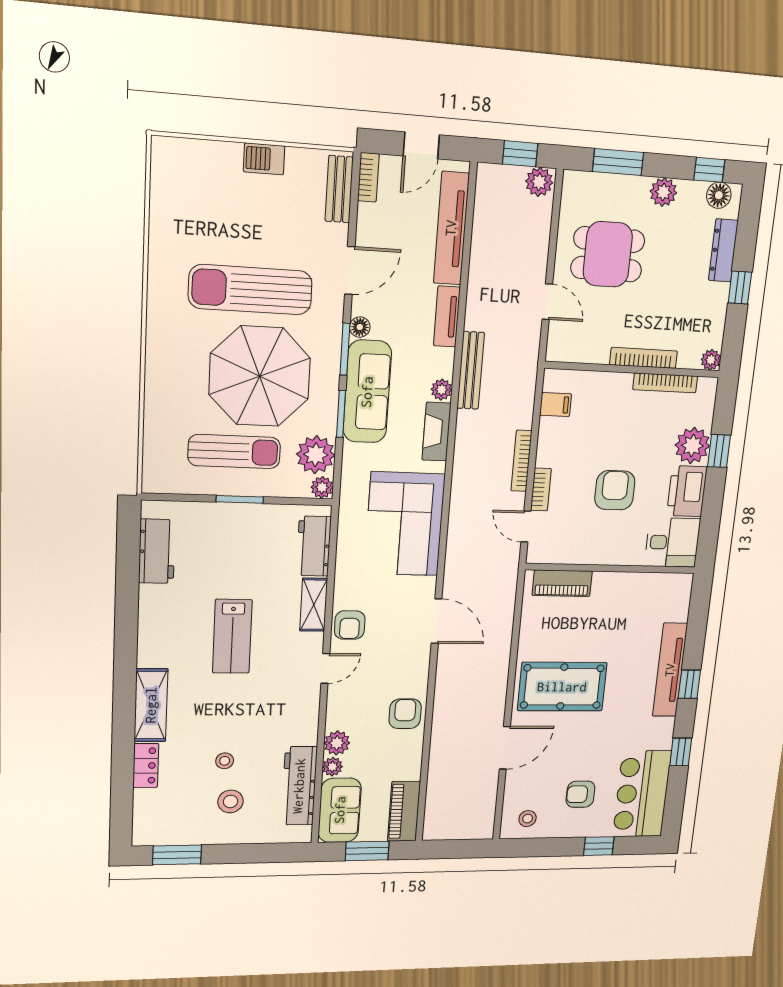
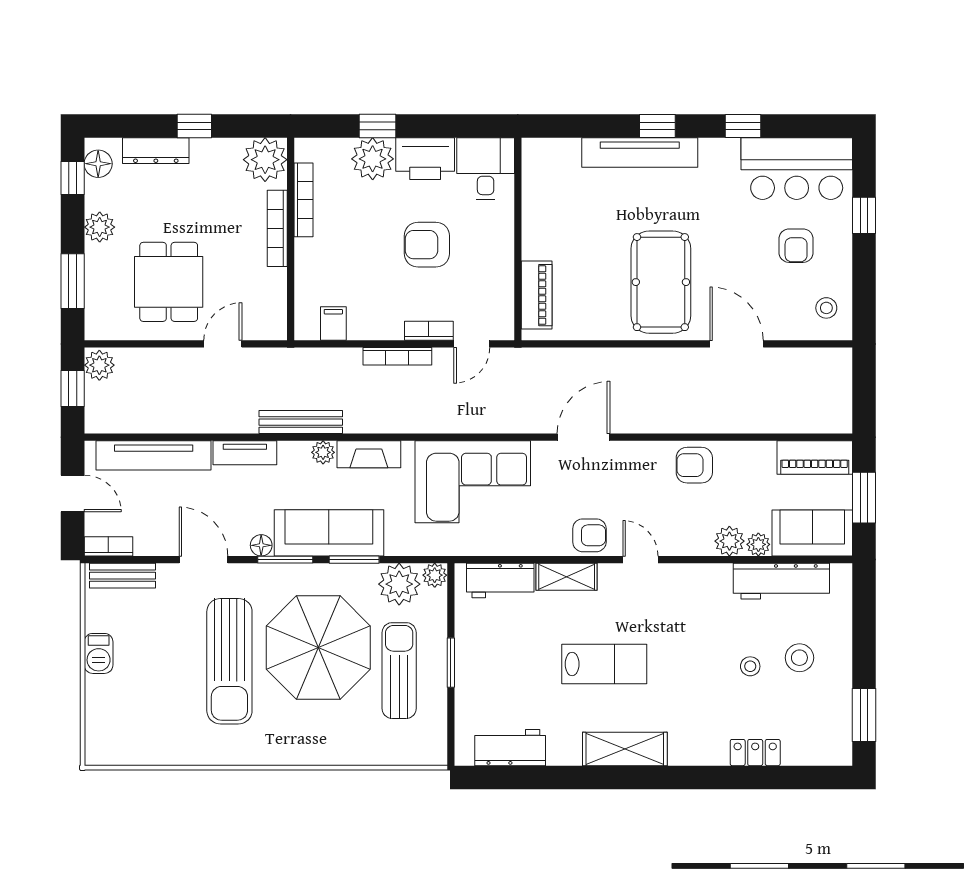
plant: (711, 360) -> (265, 160), width x1.88, depth x1.88
shelving: (151, 705) -> (625, 749), moved

